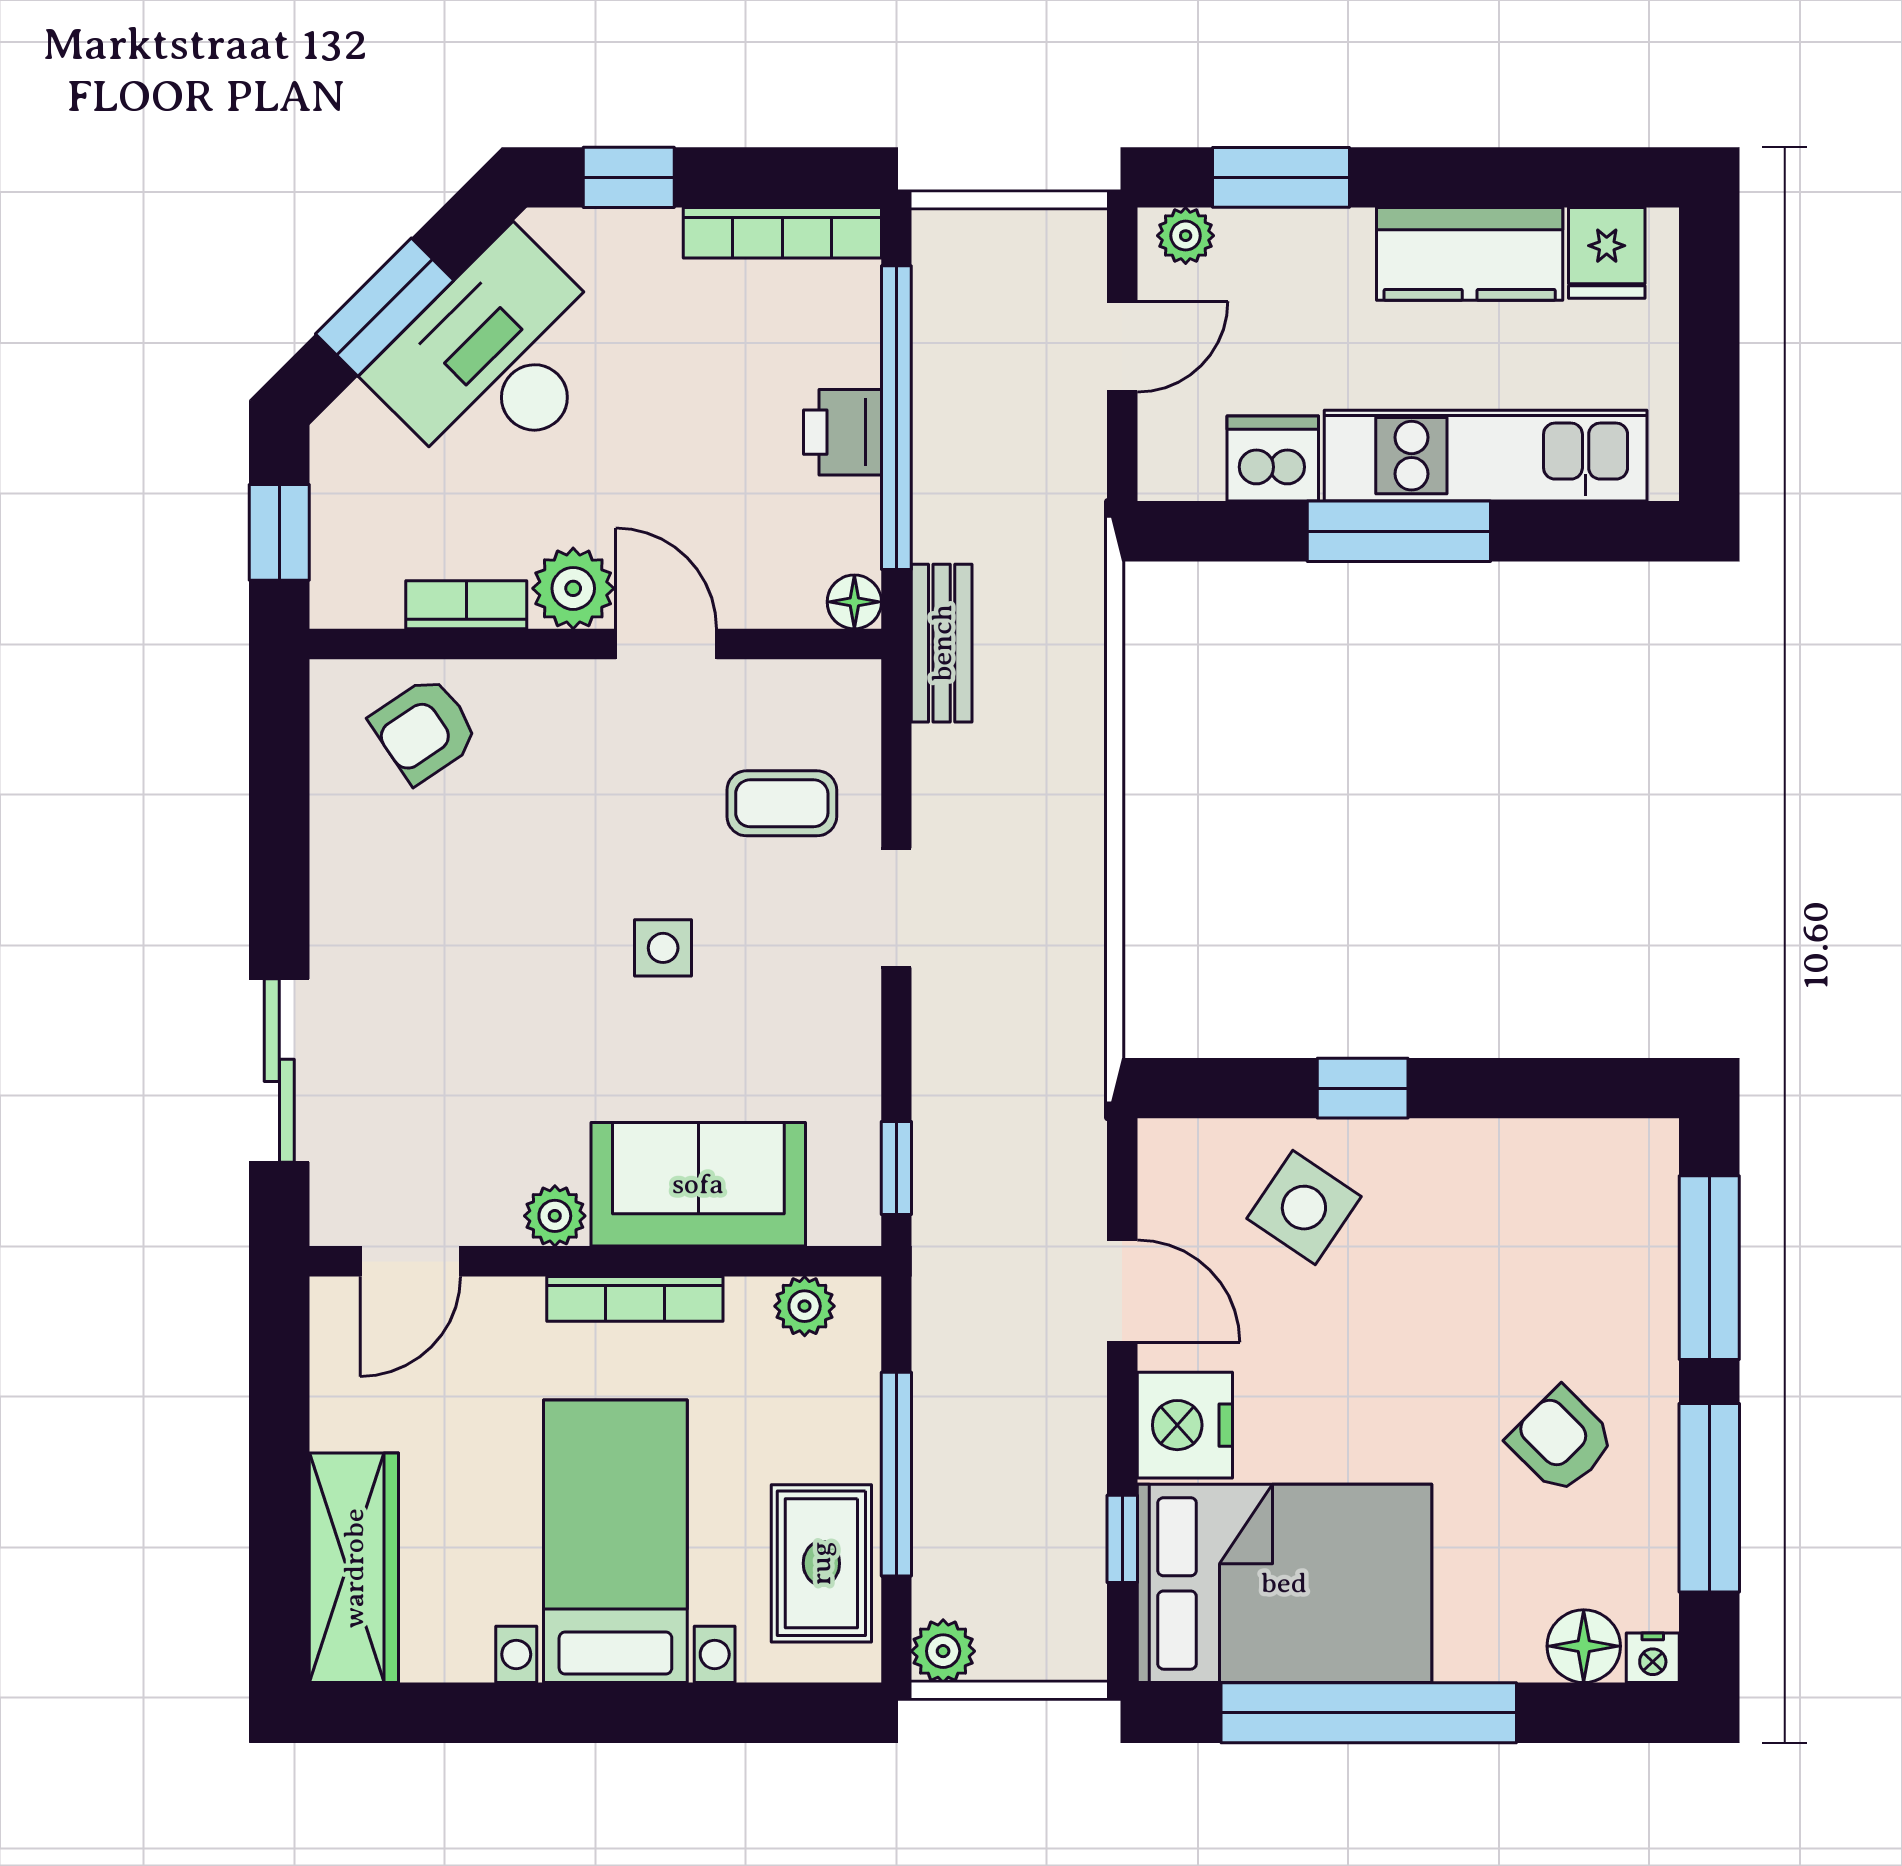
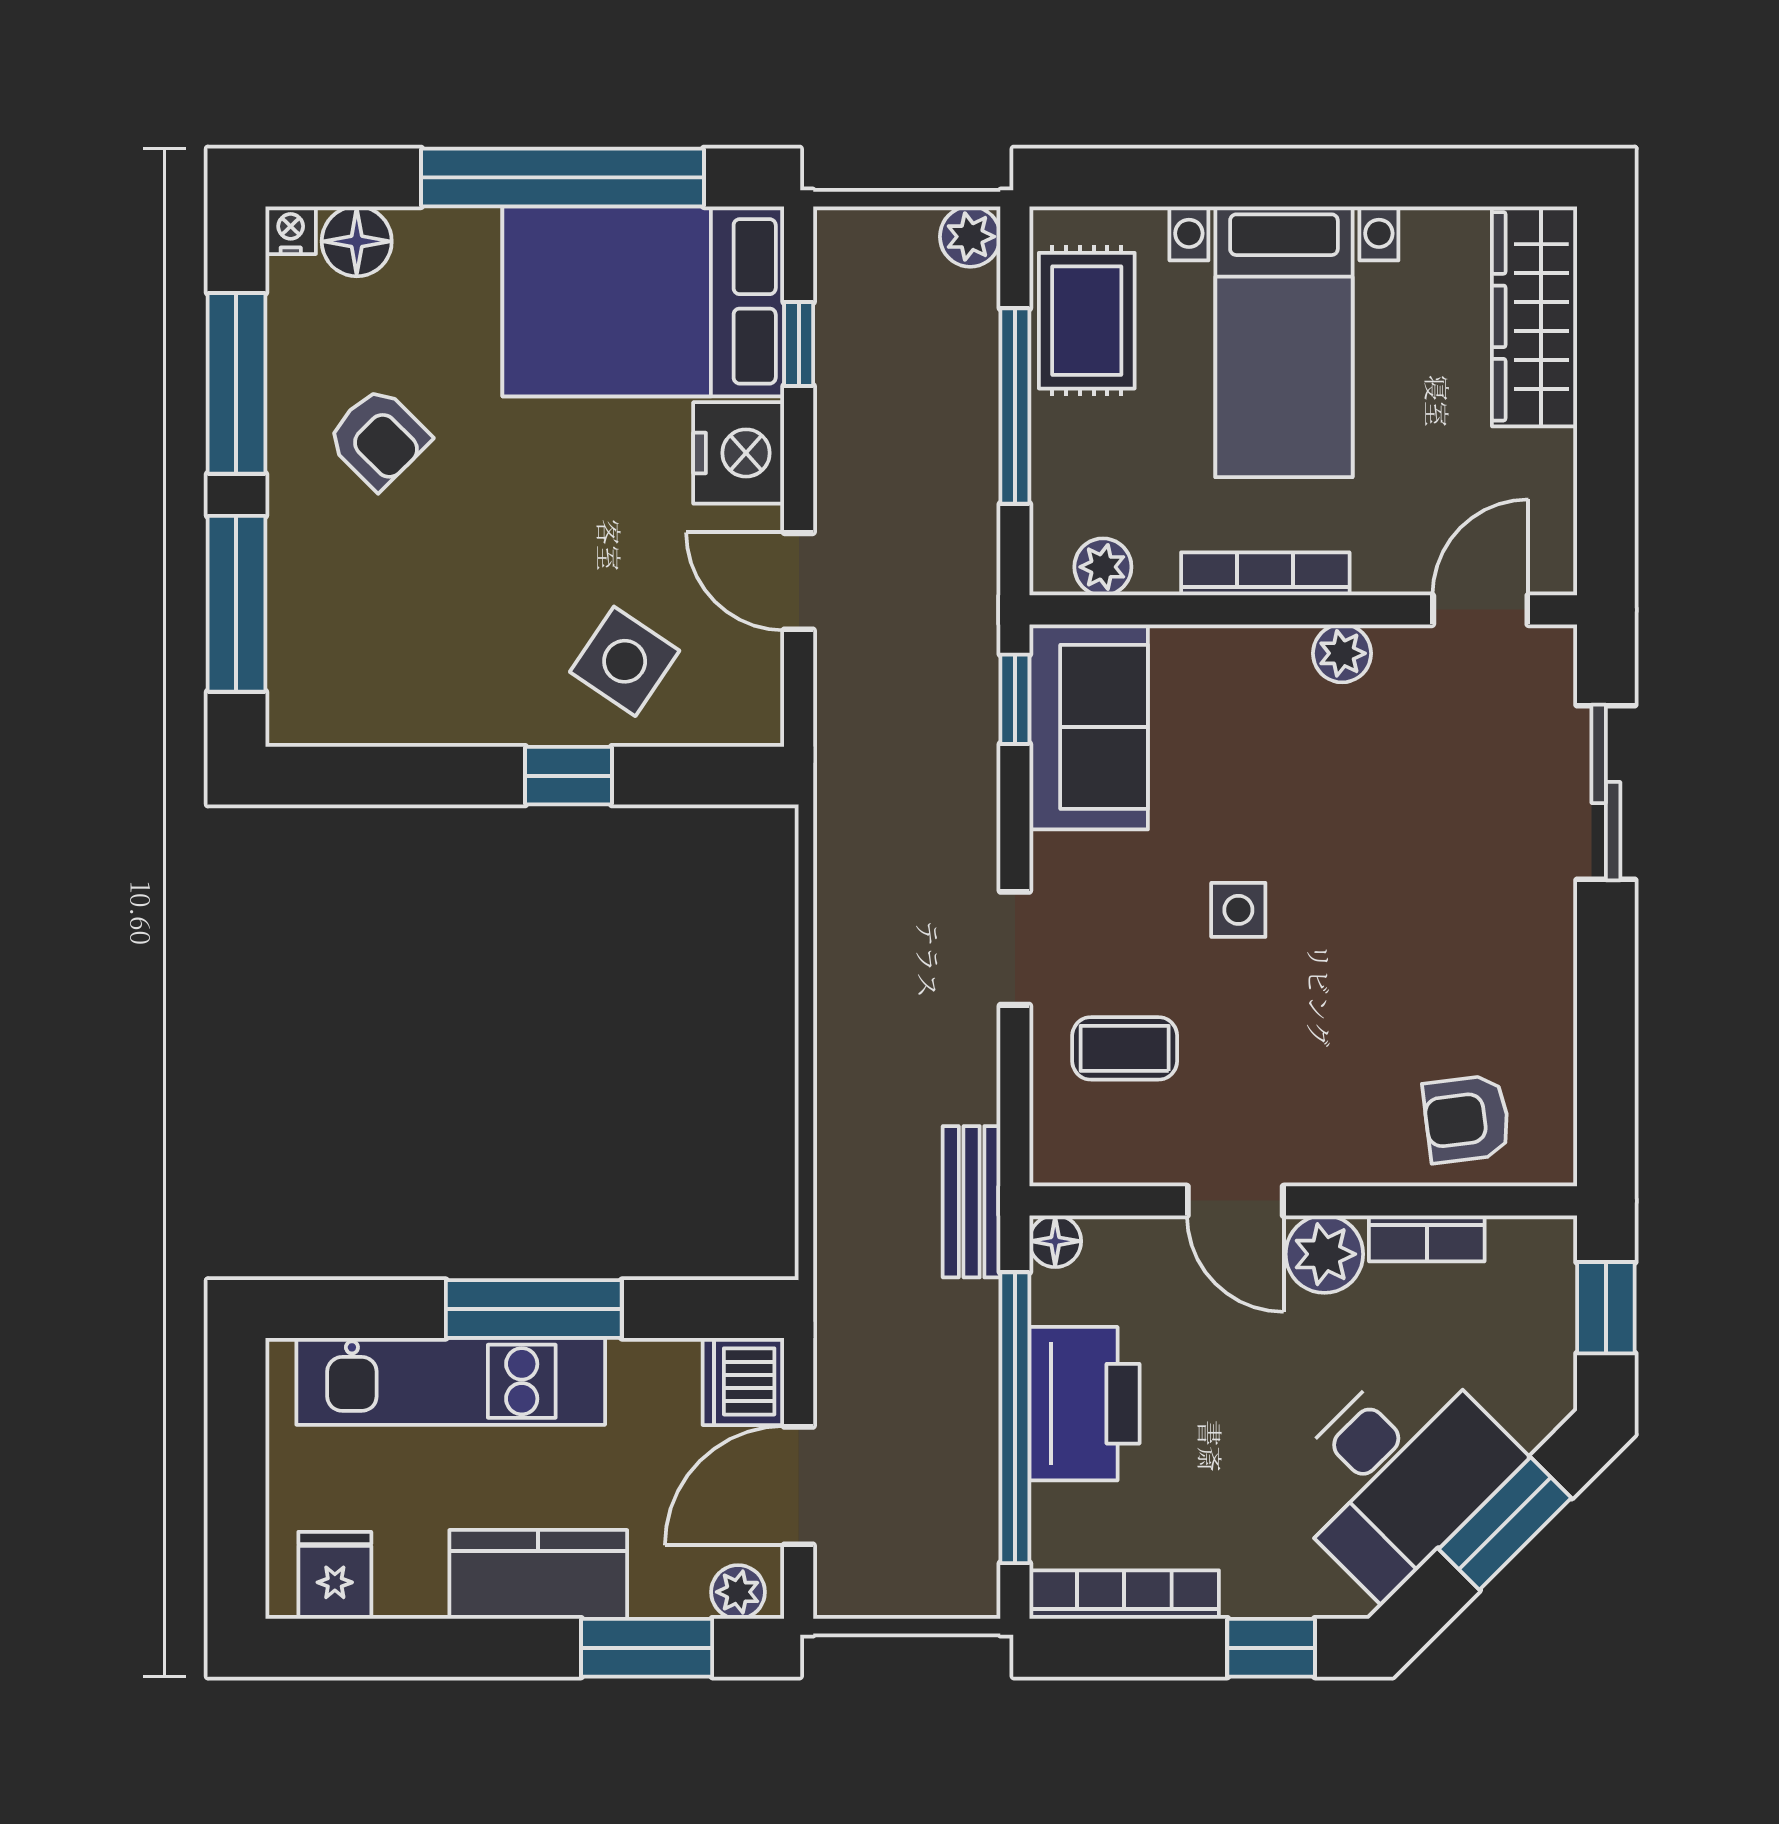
kitchen counter: (1470, 254) -> (538, 1574), moved
door: (1122, 347) -> (799, 1486), width x1.38
printer: (842, 432) -> (1084, 1404), width x1.87, depth x1.48
dishwasher: (1273, 458) -> (743, 1381), moved, turned 90
armchair: (425, 730) -> (1467, 1119), turned -153
sofa: (698, 1184) -> (1089, 727), moved, turned -90

